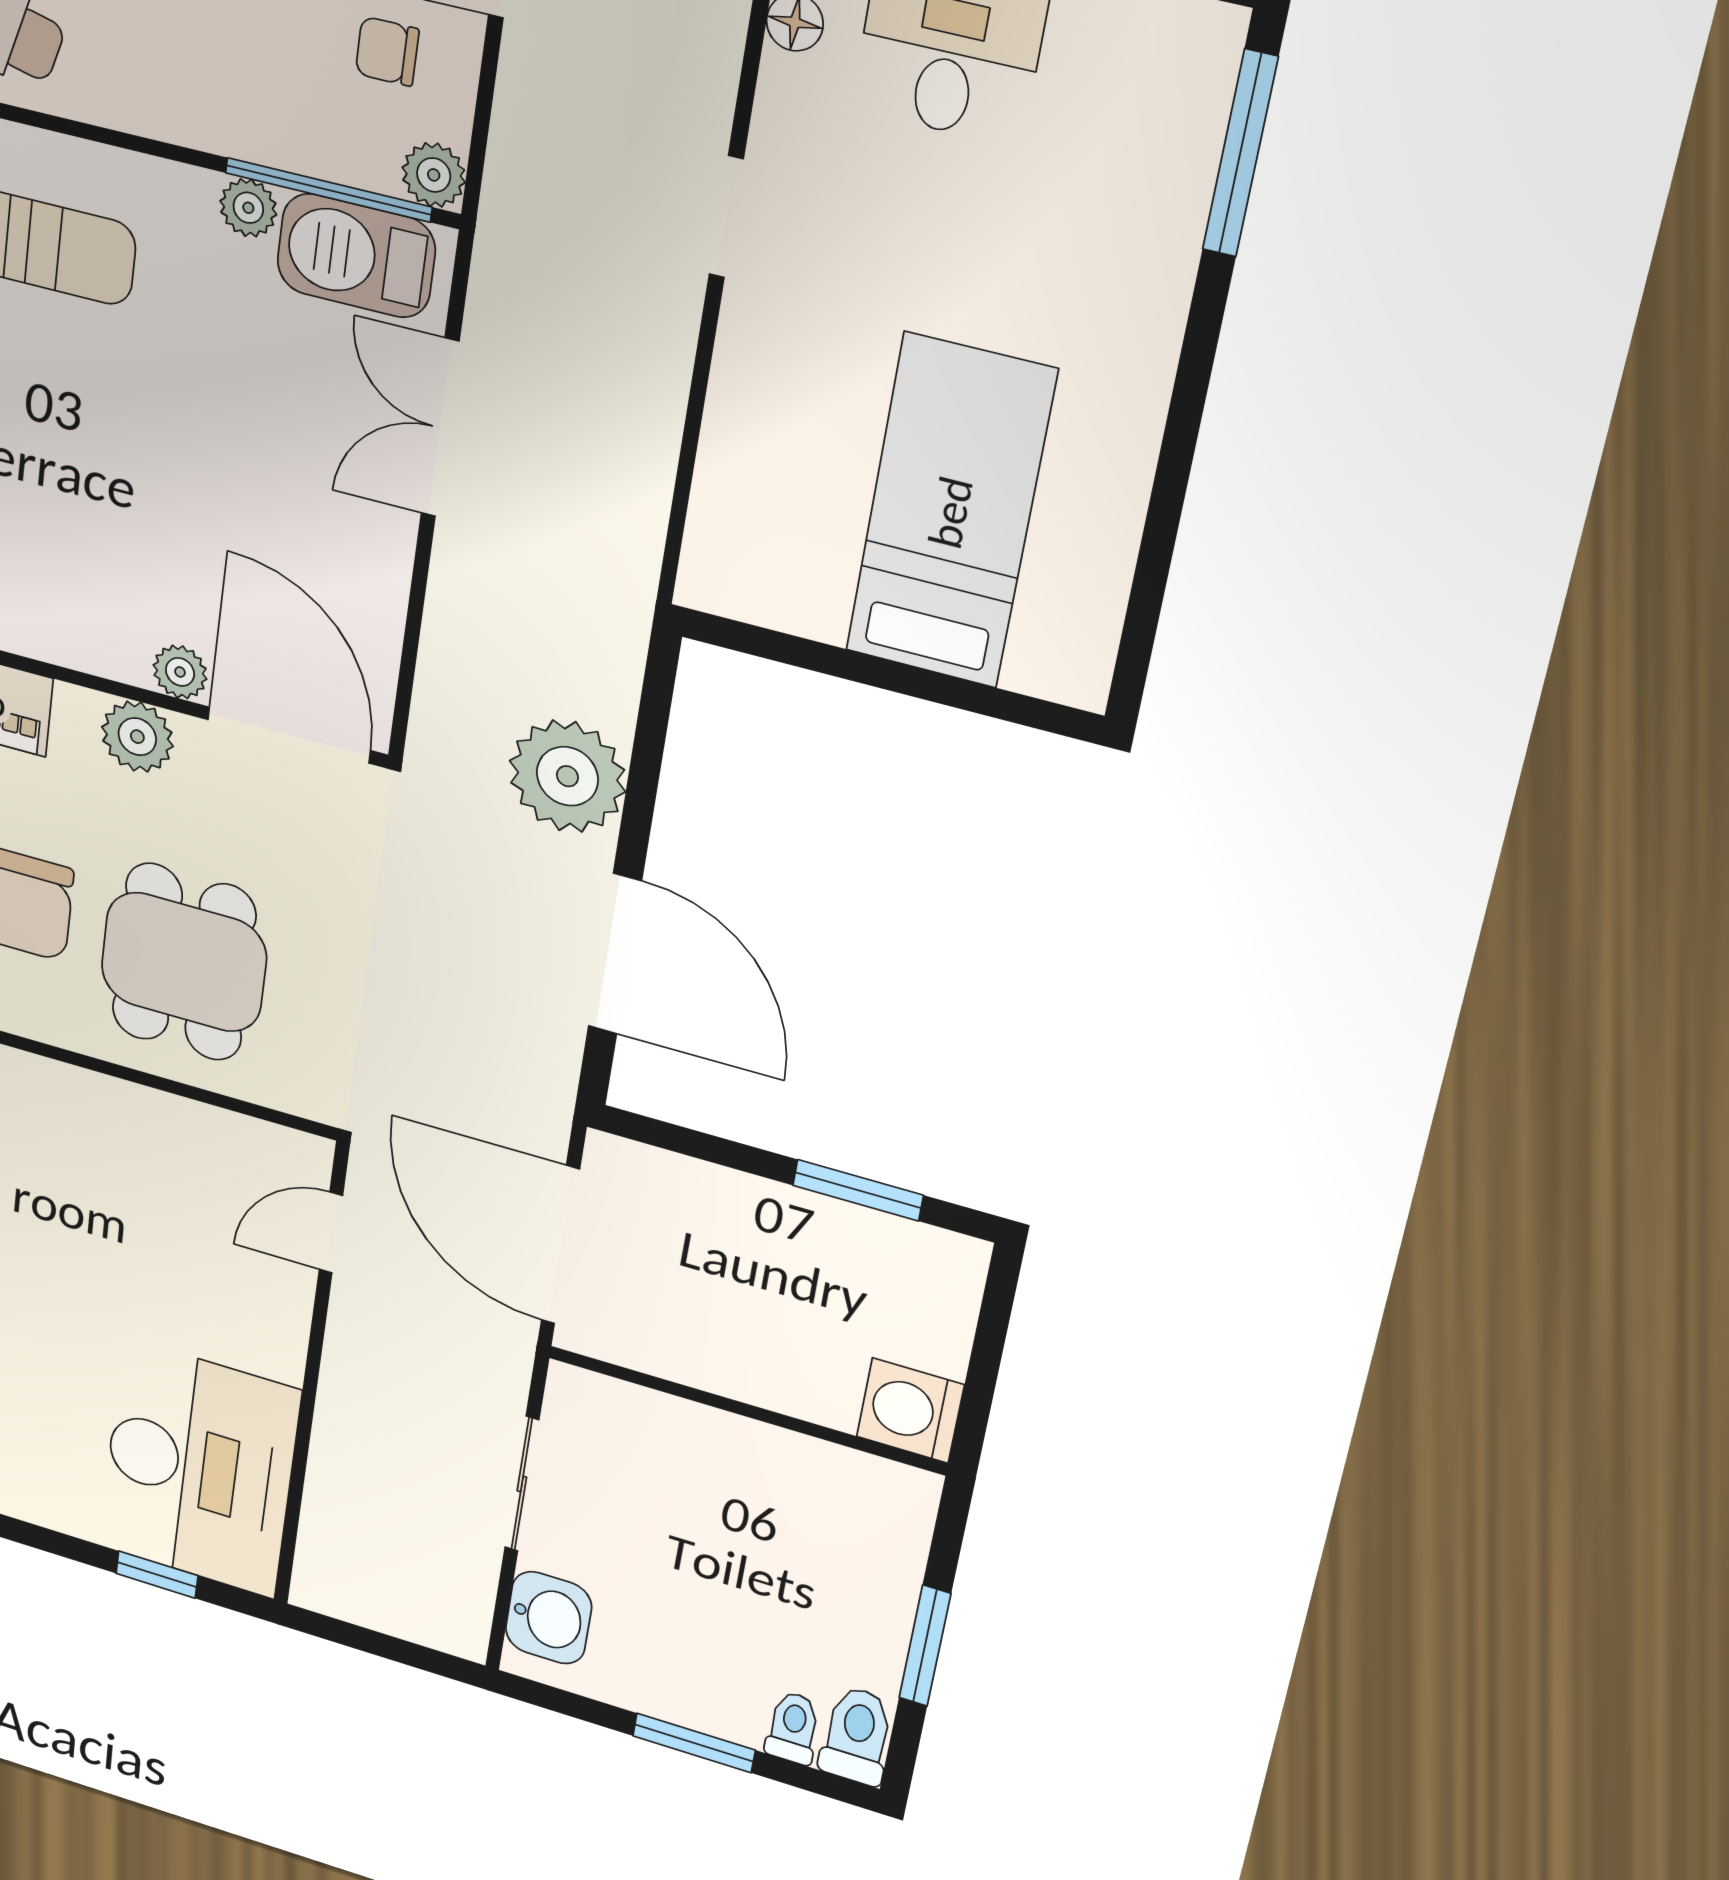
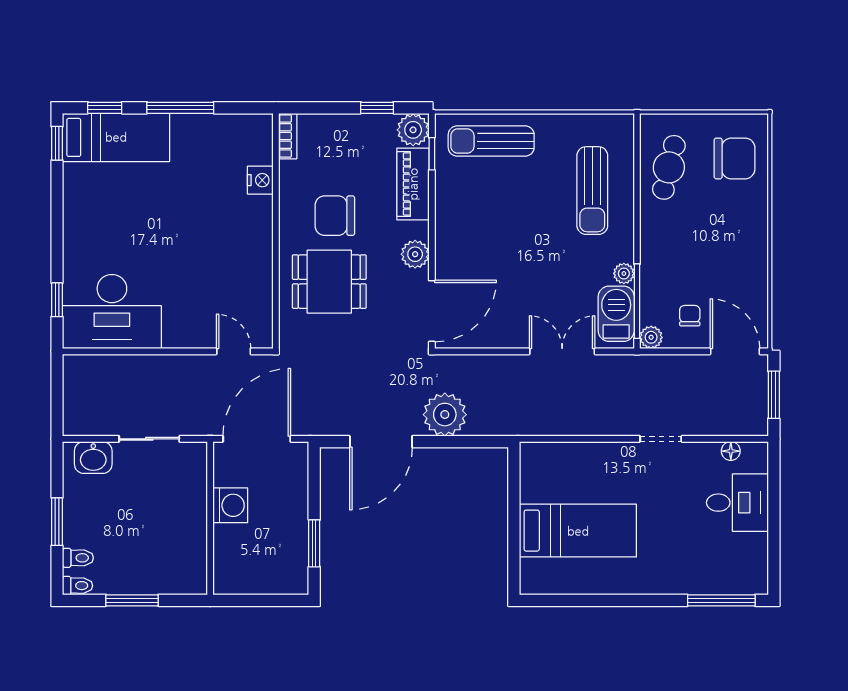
plant: (180, 672) -> (445, 268), removed
washing machine: (910, 1411) -> (230, 505), moved, turned 90
toilet: (857, 1735) -> (78, 586), width x0.73, depth x0.72

